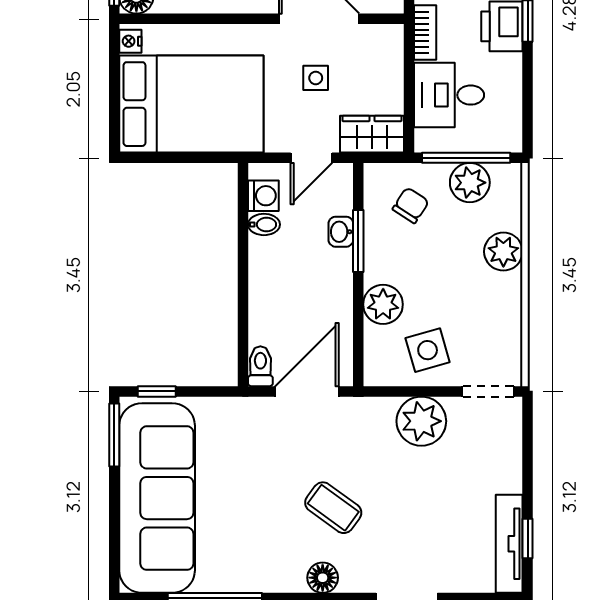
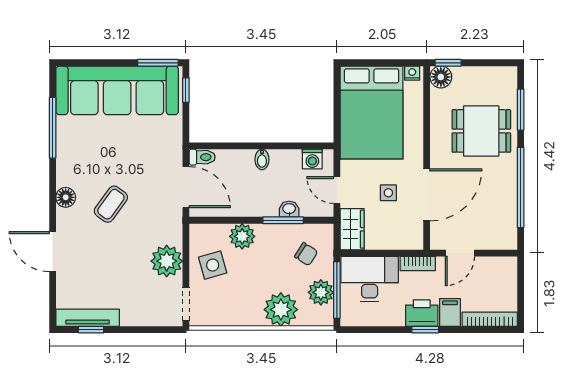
desk: (449, 95) -> (370, 279), width x1.37
bidet: (264, 224) -> (262, 159), moved
plant: (503, 252) -> (281, 310), width x1.36, depth x1.36

